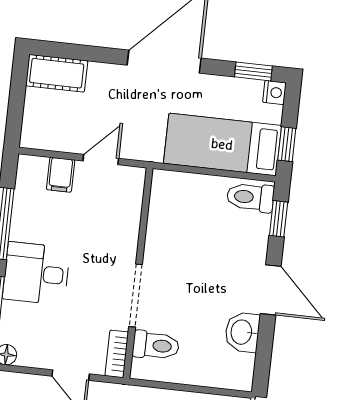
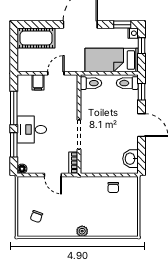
cot: (57, 73) -> (36, 38), width x1.37, depth x1.34
window: (287, 144) -> (141, 46), moved
washbasin: (242, 332) -> (130, 159), moved
toilet: (156, 345) -> (91, 83), moved

